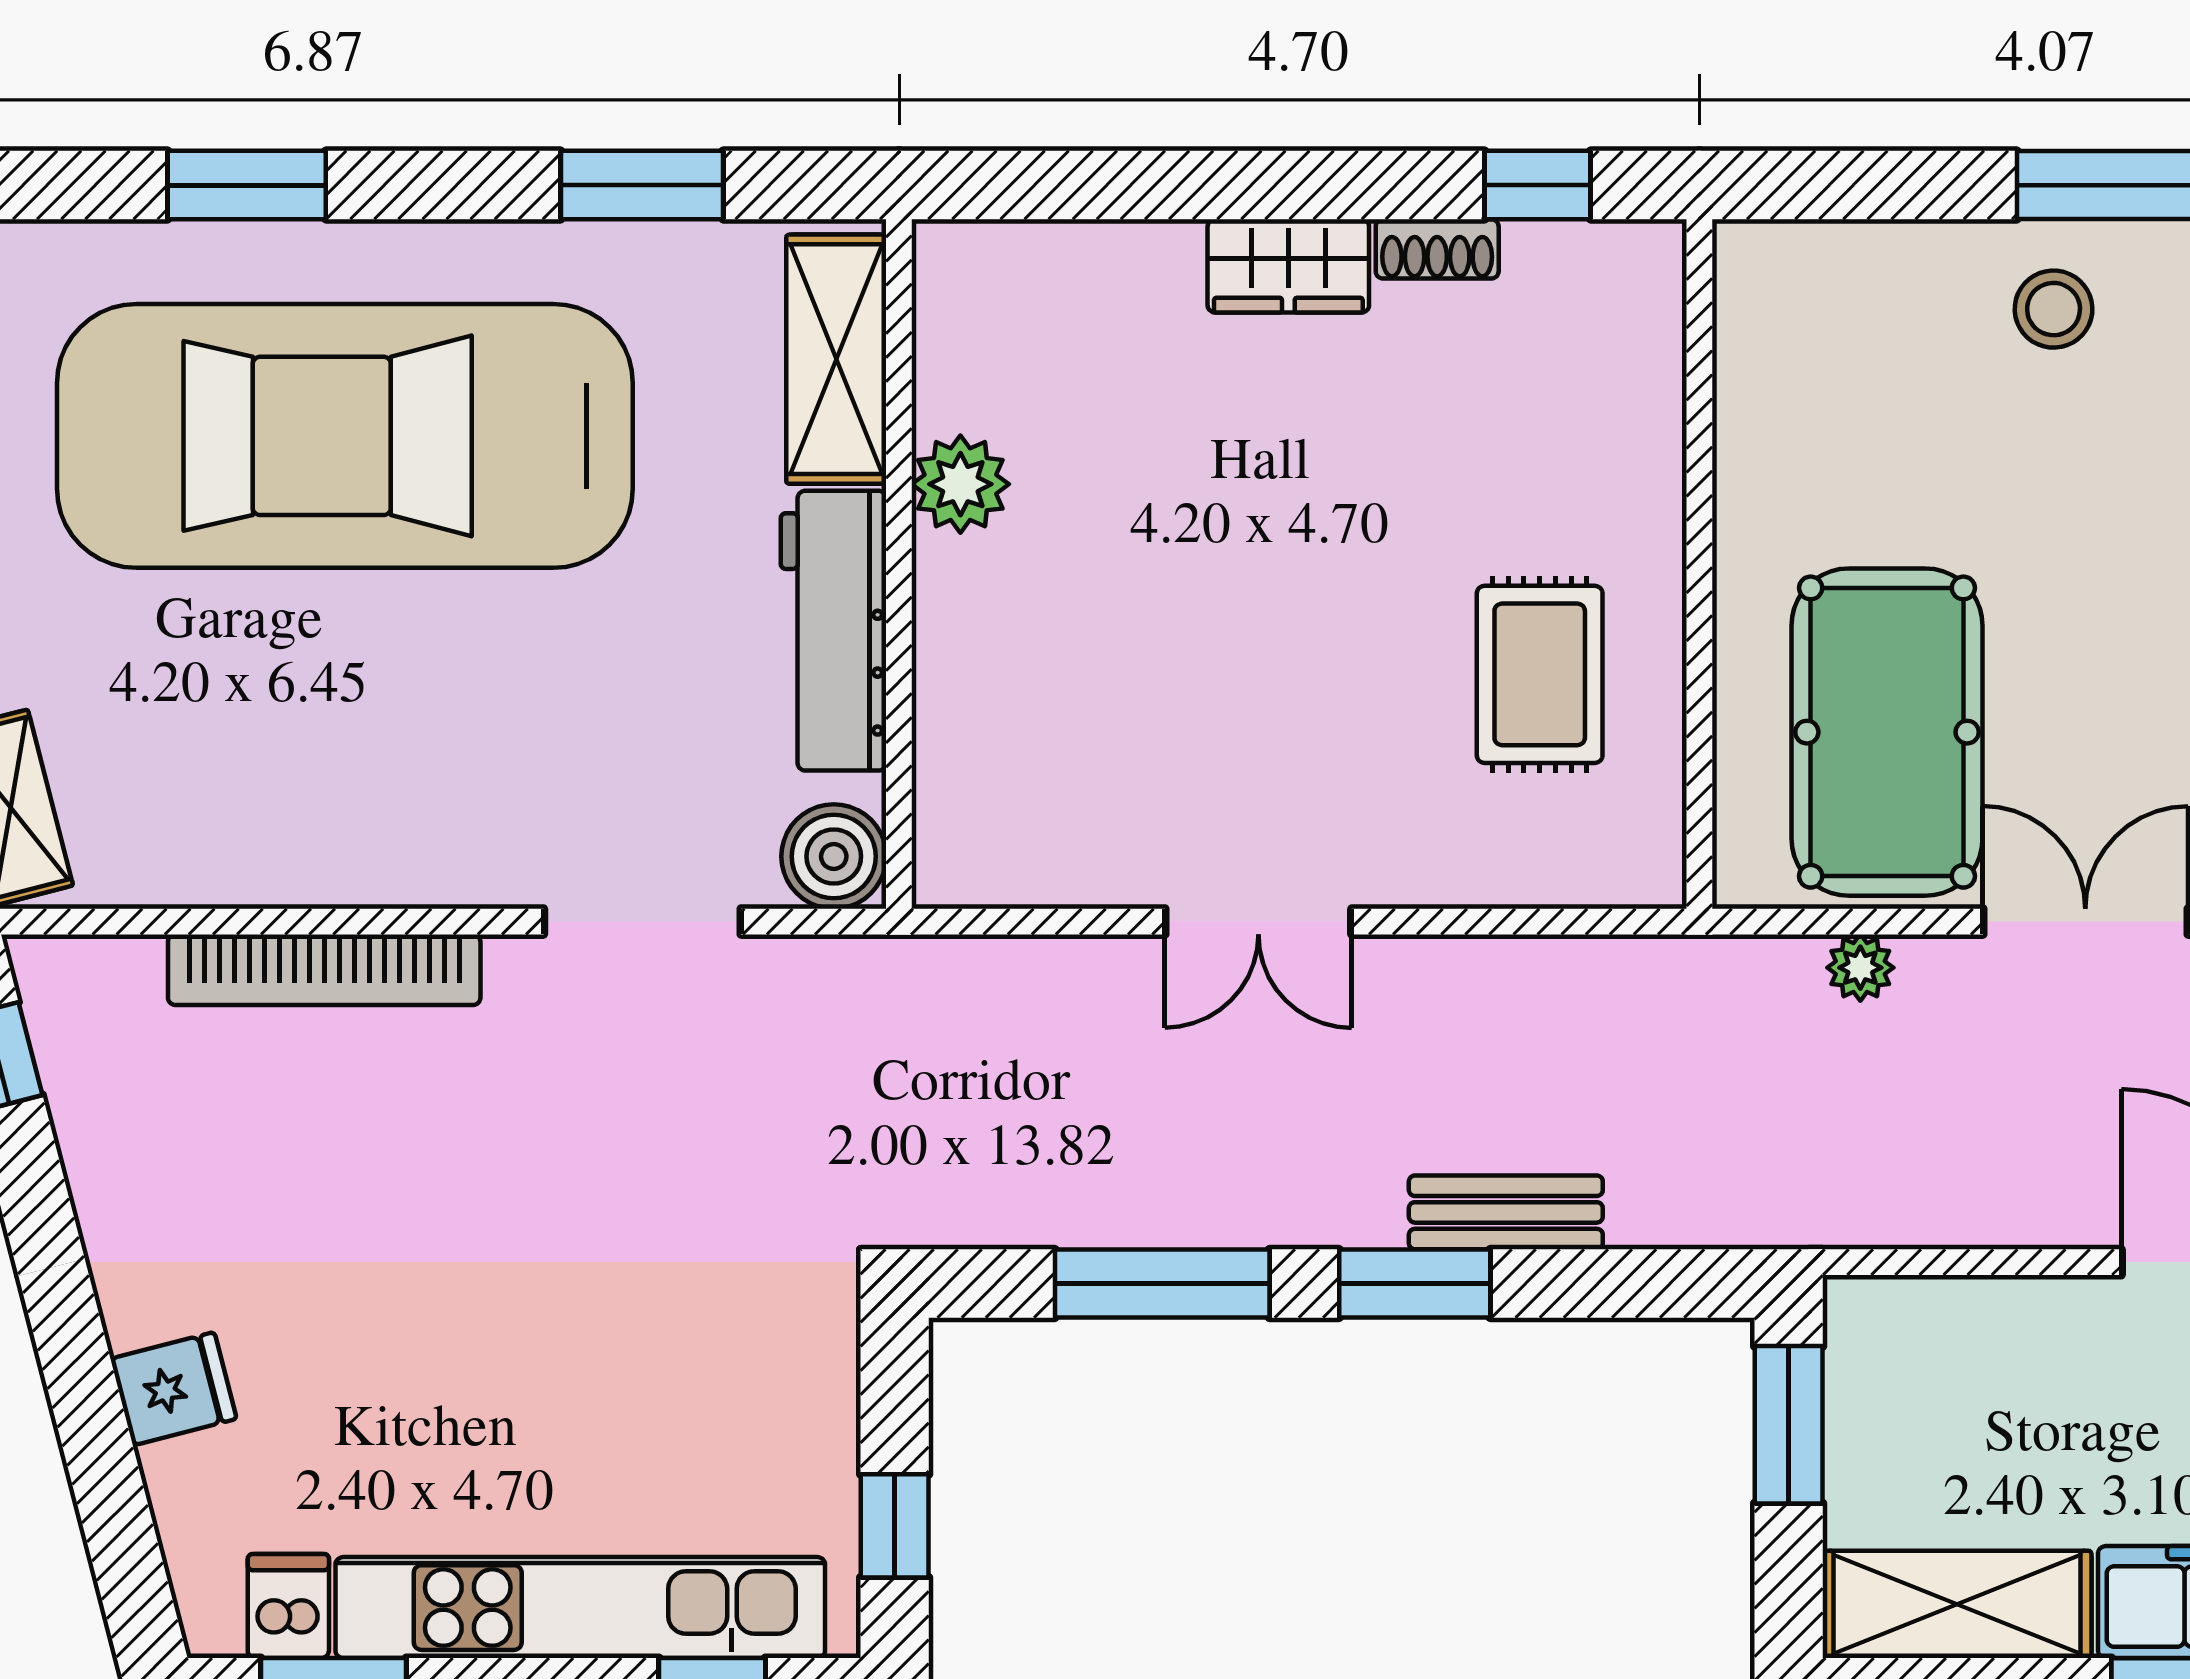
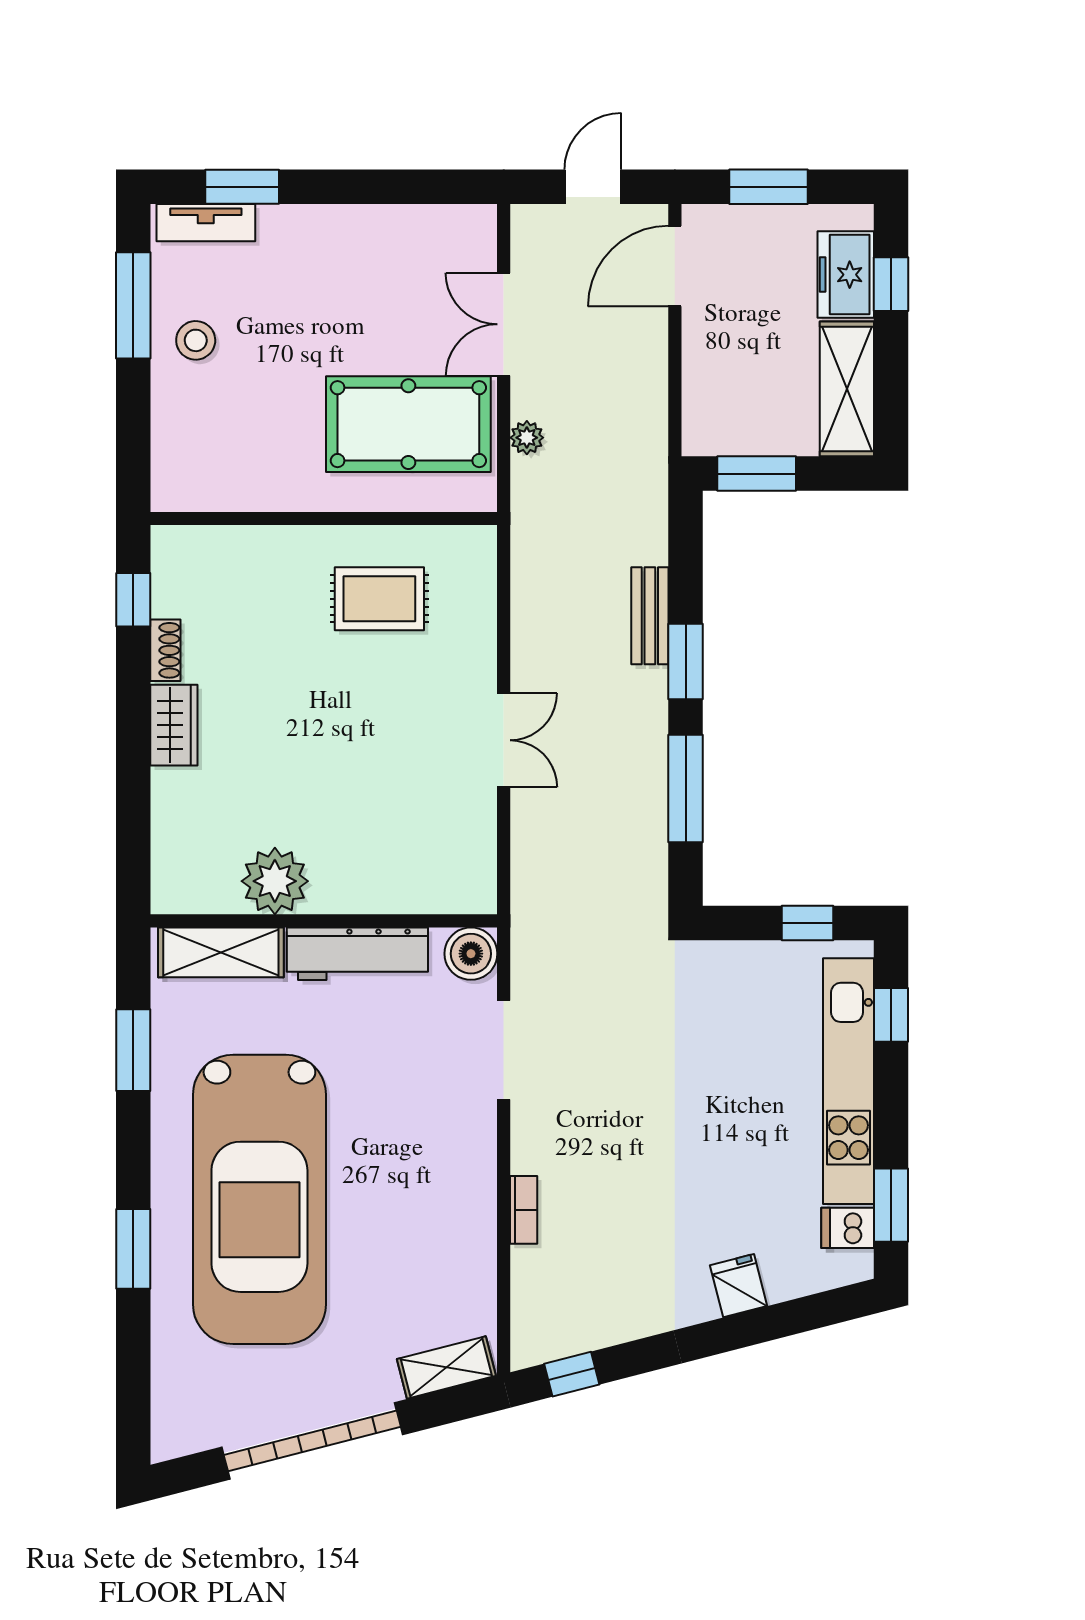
plant: (960, 484) -> (275, 881), width x1.36, depth x1.36
bookcase: (324, 970) -> (524, 1210), width x0.43, depth x0.76

